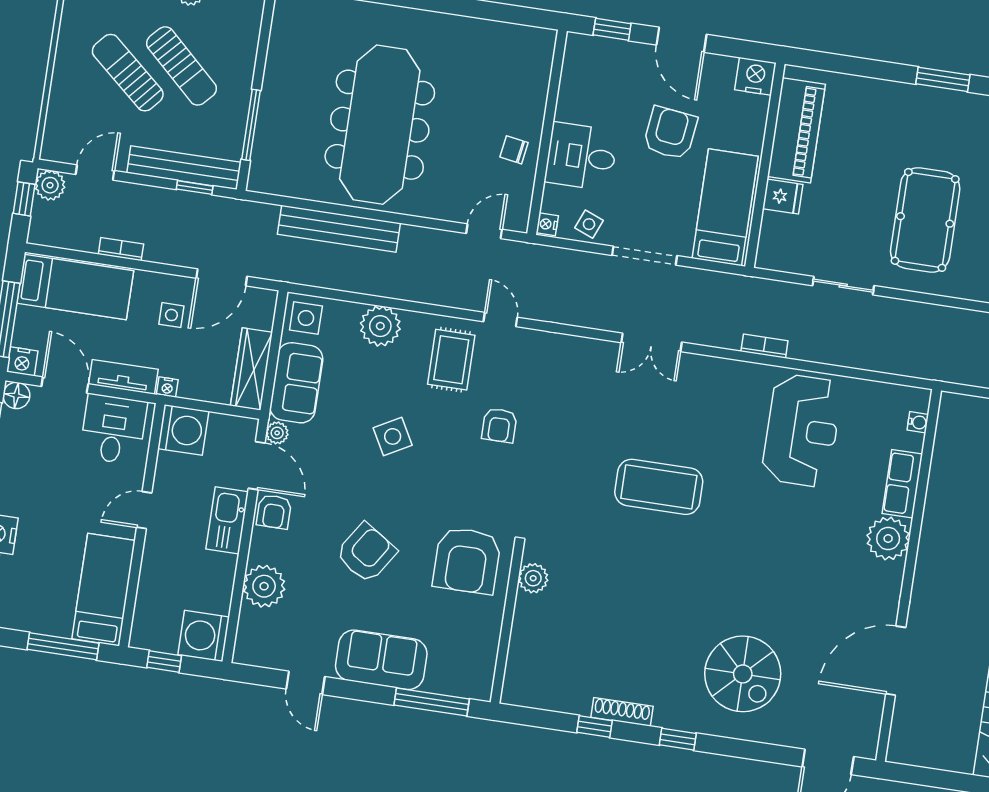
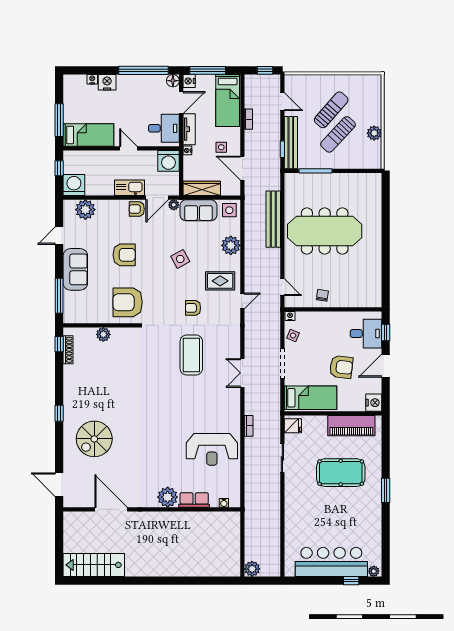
desk: (581, 157) -> (366, 334), moved, turned 90
plant: (50, 185) -> (273, 82), removed
fridge: (783, 197) -> (293, 426), moved, turned -90
pool table: (925, 220) -> (341, 473), moved
coffee table: (659, 487) -> (191, 355), moved
armchair: (366, 553) -> (124, 255), turned -33
plant: (533, 578) -> (103, 334), moved
plant: (264, 586) -> (85, 210), moved
shoe rack: (622, 712) -> (68, 350), moved
window: (594, 727) -> (59, 344), moved

